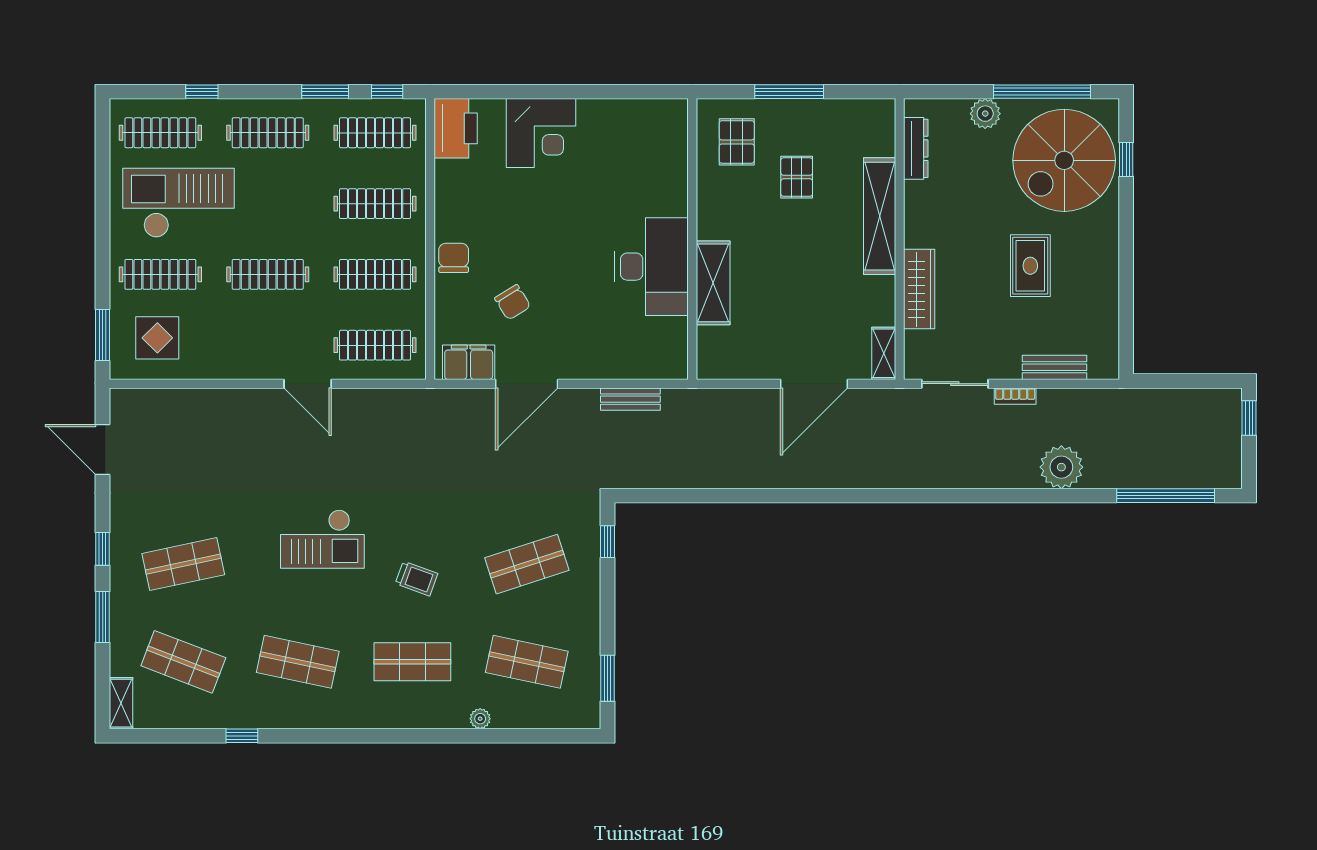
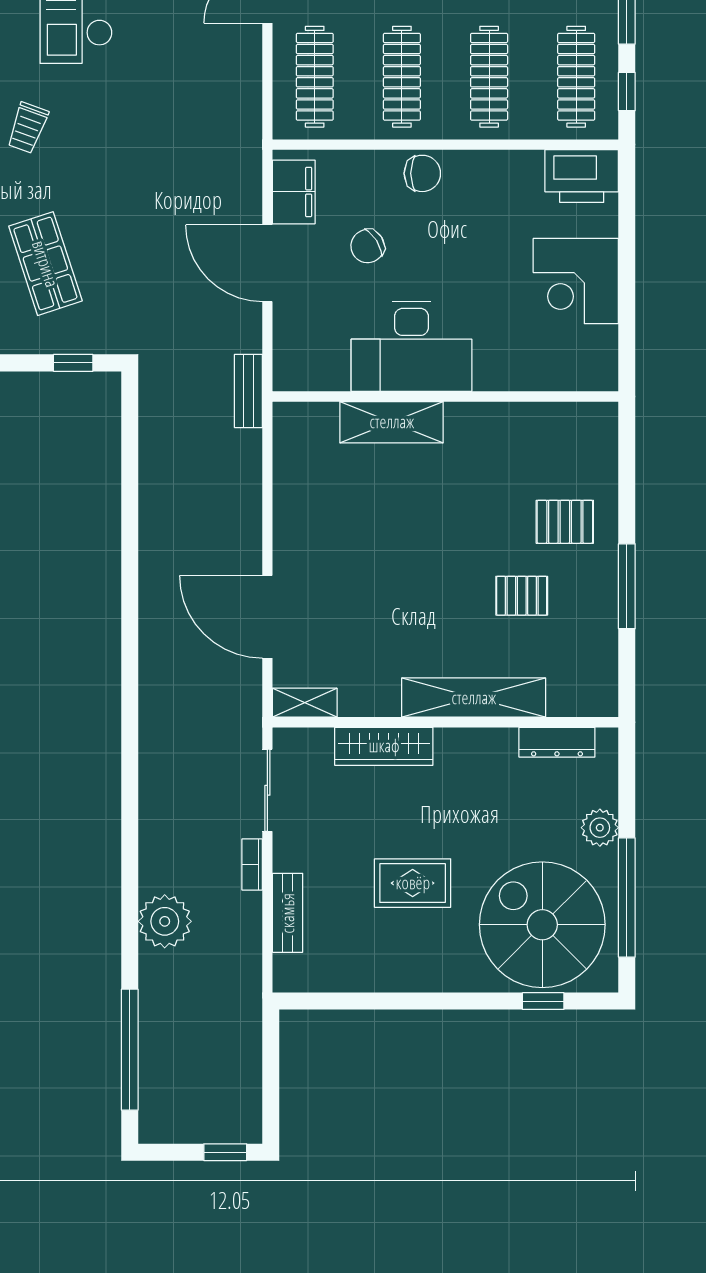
wall: (692, 239) -> (445, 396), moved
desk: (651, 267) -> (411, 346), moved
shelving: (713, 283) -> (392, 422), moved

